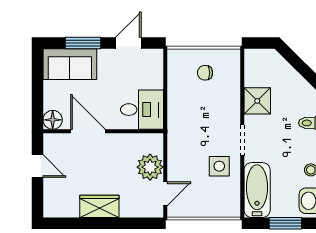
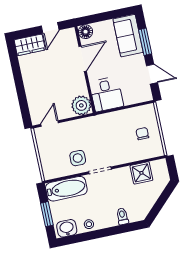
shower: (257, 101) -> (141, 173), moved
plant: (150, 167) -> (81, 105), moved
door: (165, 194) -> (50, 124), swing flipped
wardrobe: (99, 206) -> (30, 45), moved, turned 90

